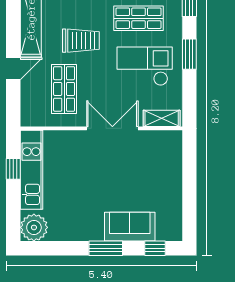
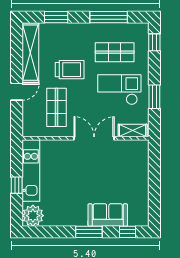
window: (189, 54) -> (154, 97), moved
window: (13, 169) -> (17, 185), moved

